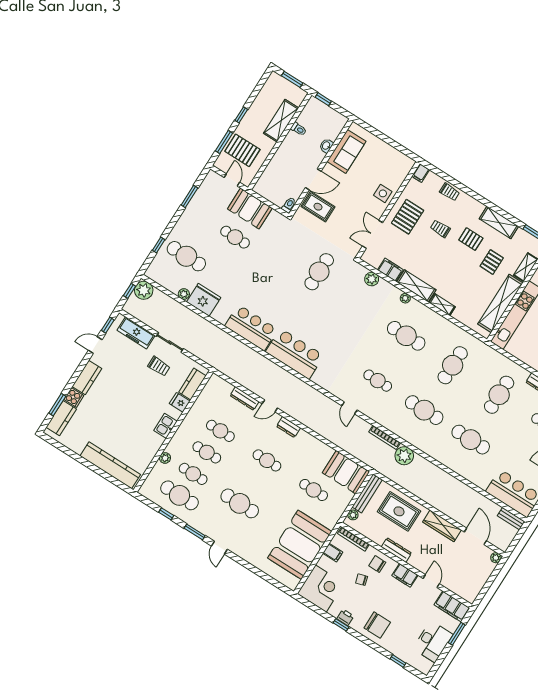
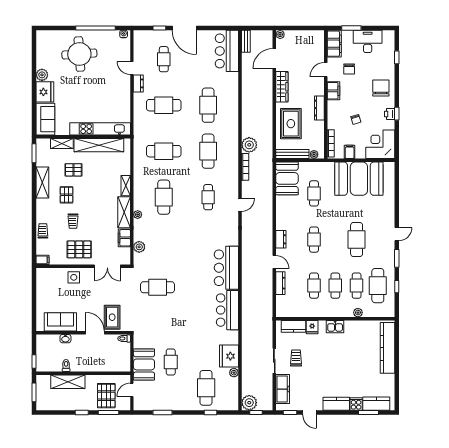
chair: (377, 564) -> (349, 69), moved

